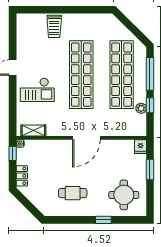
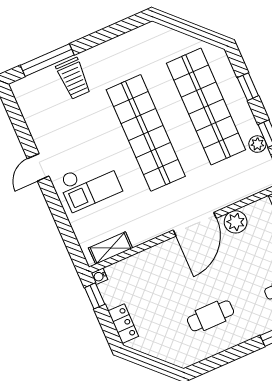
window: (44, 10) -> (47, 60), added
window: (150, 74) -> (248, 87), width x0.46
plant: (110, 147) -> (236, 222), added

